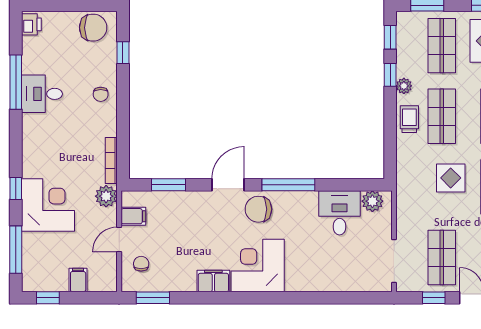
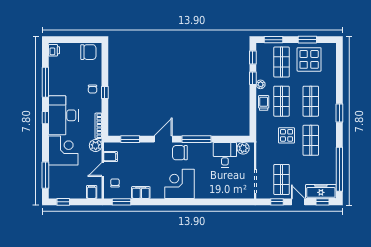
window: (123, 53) -> (105, 93), moved
desk: (42, 94) -> (63, 115), moved, width x1.87, depth x1.30
window: (16, 189) -> (45, 118), moved
filing cabinet: (78, 280) -> (92, 192), moved
filing cabinet: (213, 281) -> (141, 192), moved

